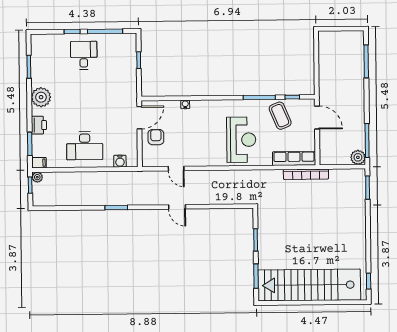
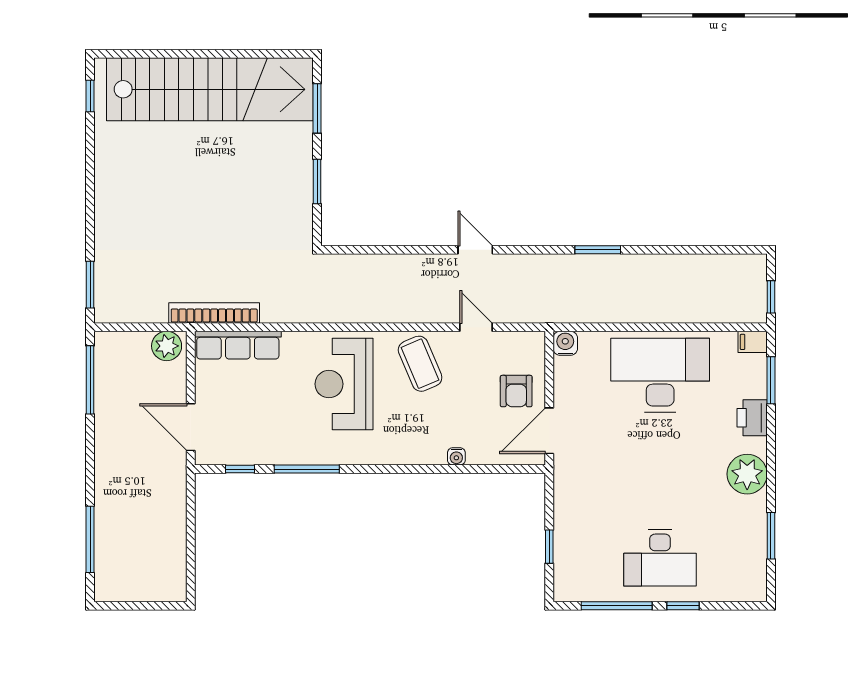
desk: (84, 55) -> (660, 558), width x1.37
coffee table: (280, 116) -> (420, 364), moved
desk: (85, 146) -> (660, 375), width x1.36, depth x1.30
plant: (358, 157) -> (167, 346), moved
water cooler: (120, 161) -> (565, 343), moved
plant: (37, 177) -> (756, 313), removed

